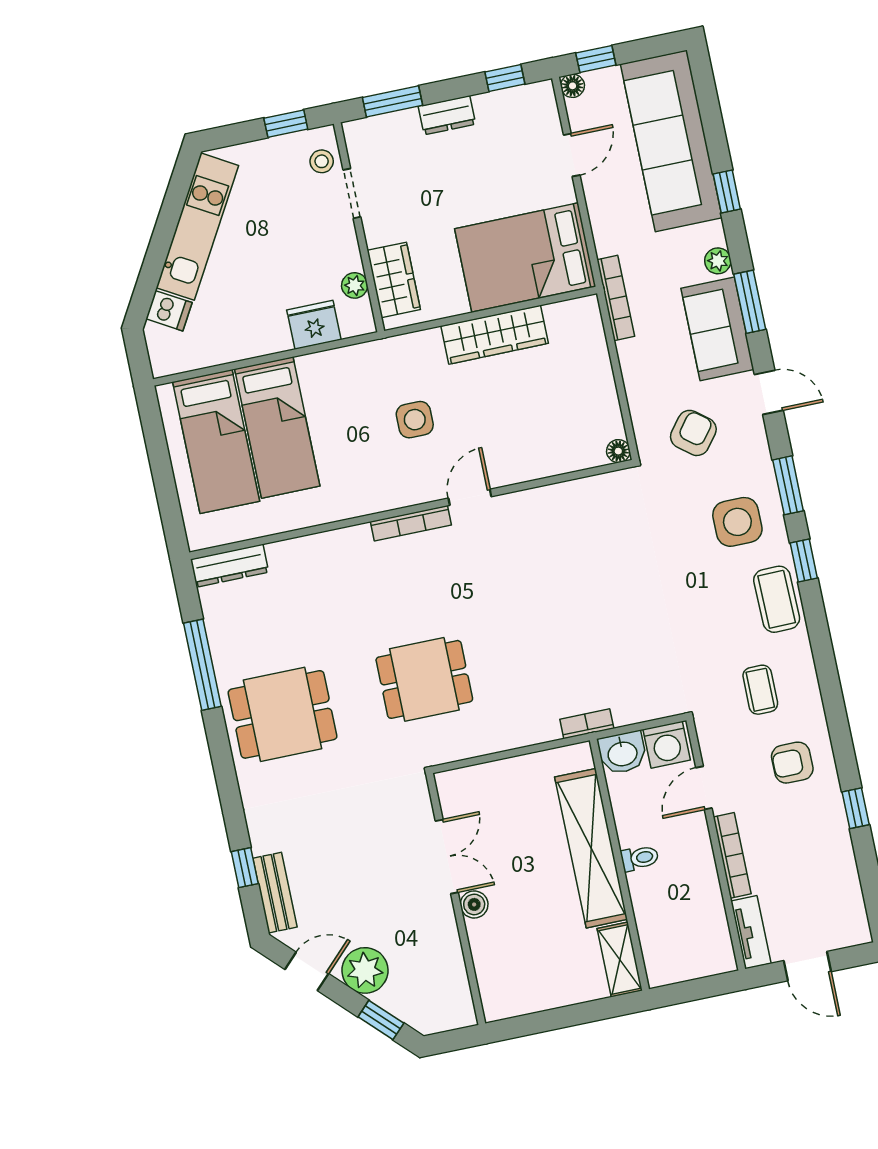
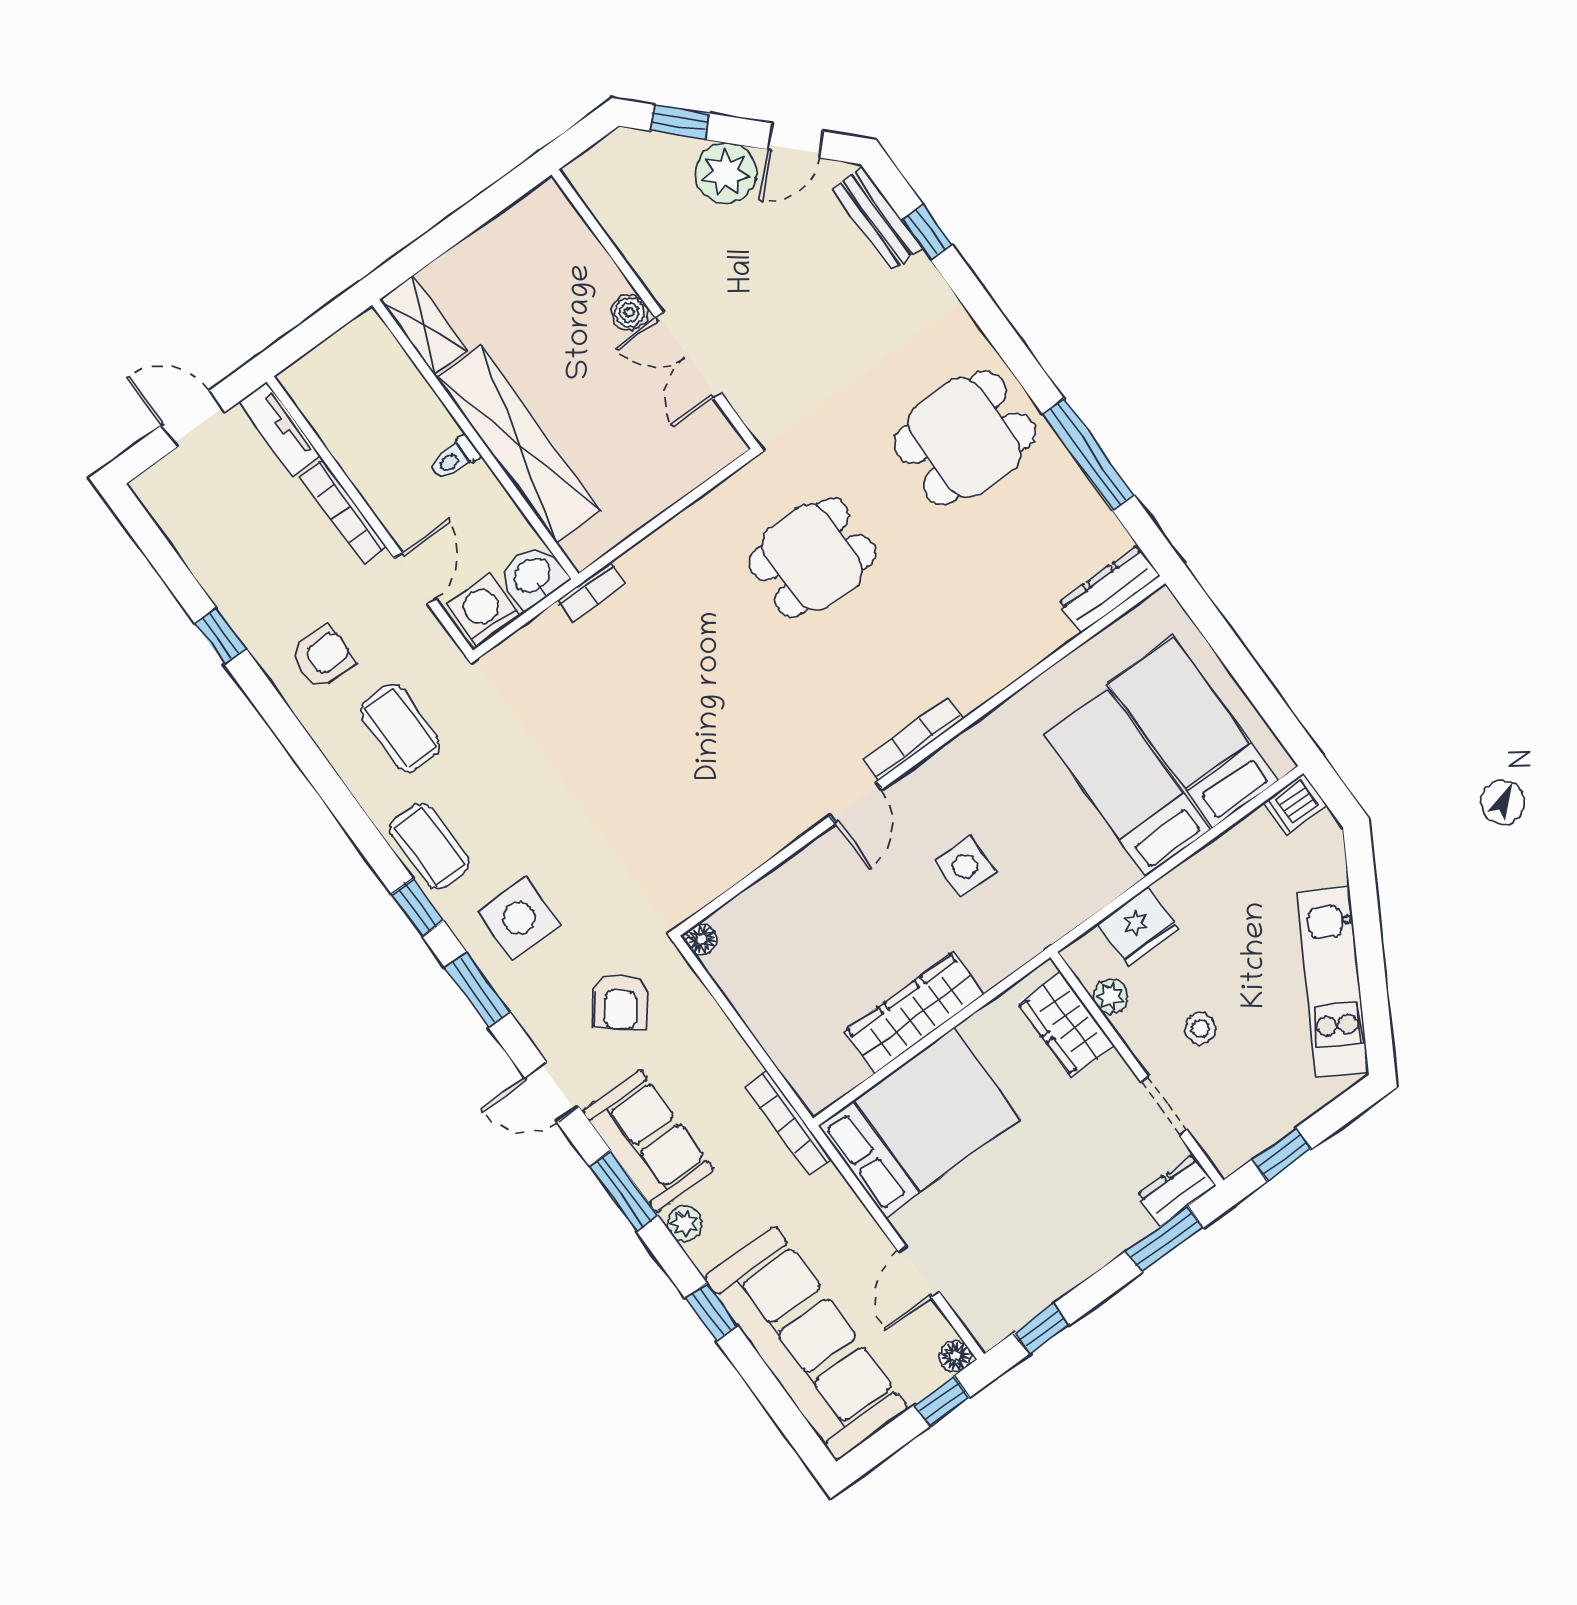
dresser: (447, 115) -> (1177, 1190), moved
stool: (322, 161) -> (1200, 1028), moved
dishwasher: (169, 311) -> (1294, 804), moved, turned -30
coffee table: (760, 690) -> (400, 728), width x1.36, depth x1.30

